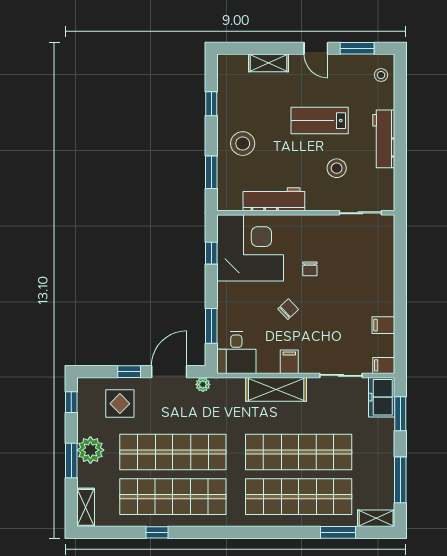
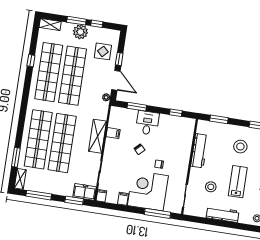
stool: (243, 144) -> (240, 147), moved
corner desk: (250, 248) -> (148, 191), moved, turned 180
window: (400, 258) -> (158, 213), added
desk: (236, 353) -> (147, 123), moved, turned 90
filing cabinet: (289, 362) -> (113, 133), moved
window: (71, 402) -> (97, 24), moved

